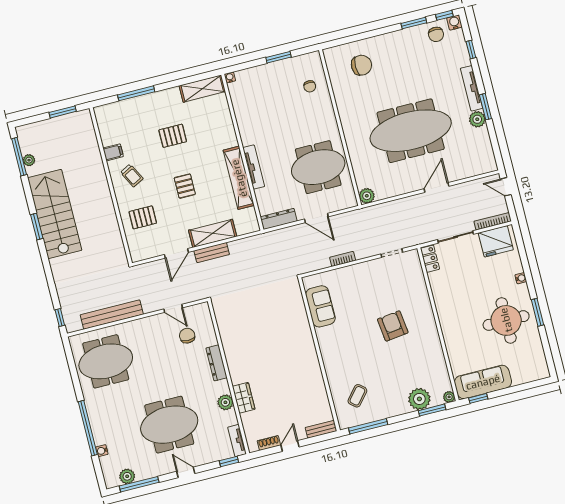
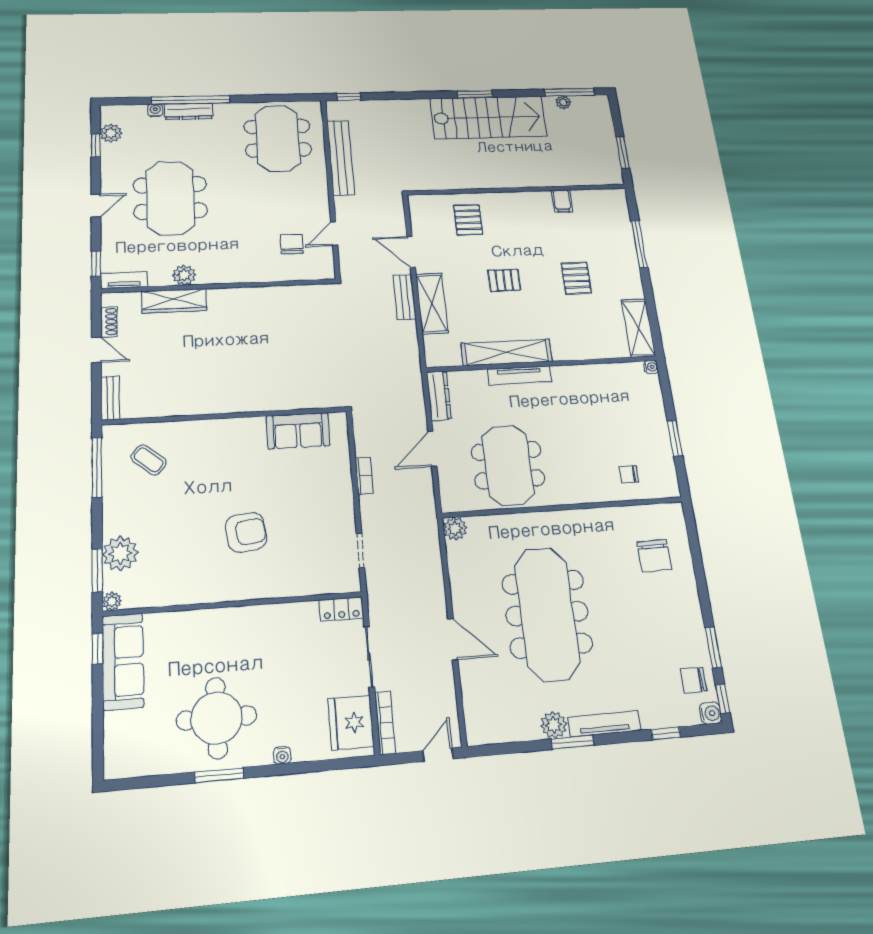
trolley: (132, 176) -> (528, 217), removed
chair: (187, 336) -> (292, 244), turned -90
dresser: (217, 363) -> (189, 111), moved, turned 180
wardrobe: (244, 398) -> (174, 301), width x1.50
window: (139, 484) -> (96, 145), width x0.46

